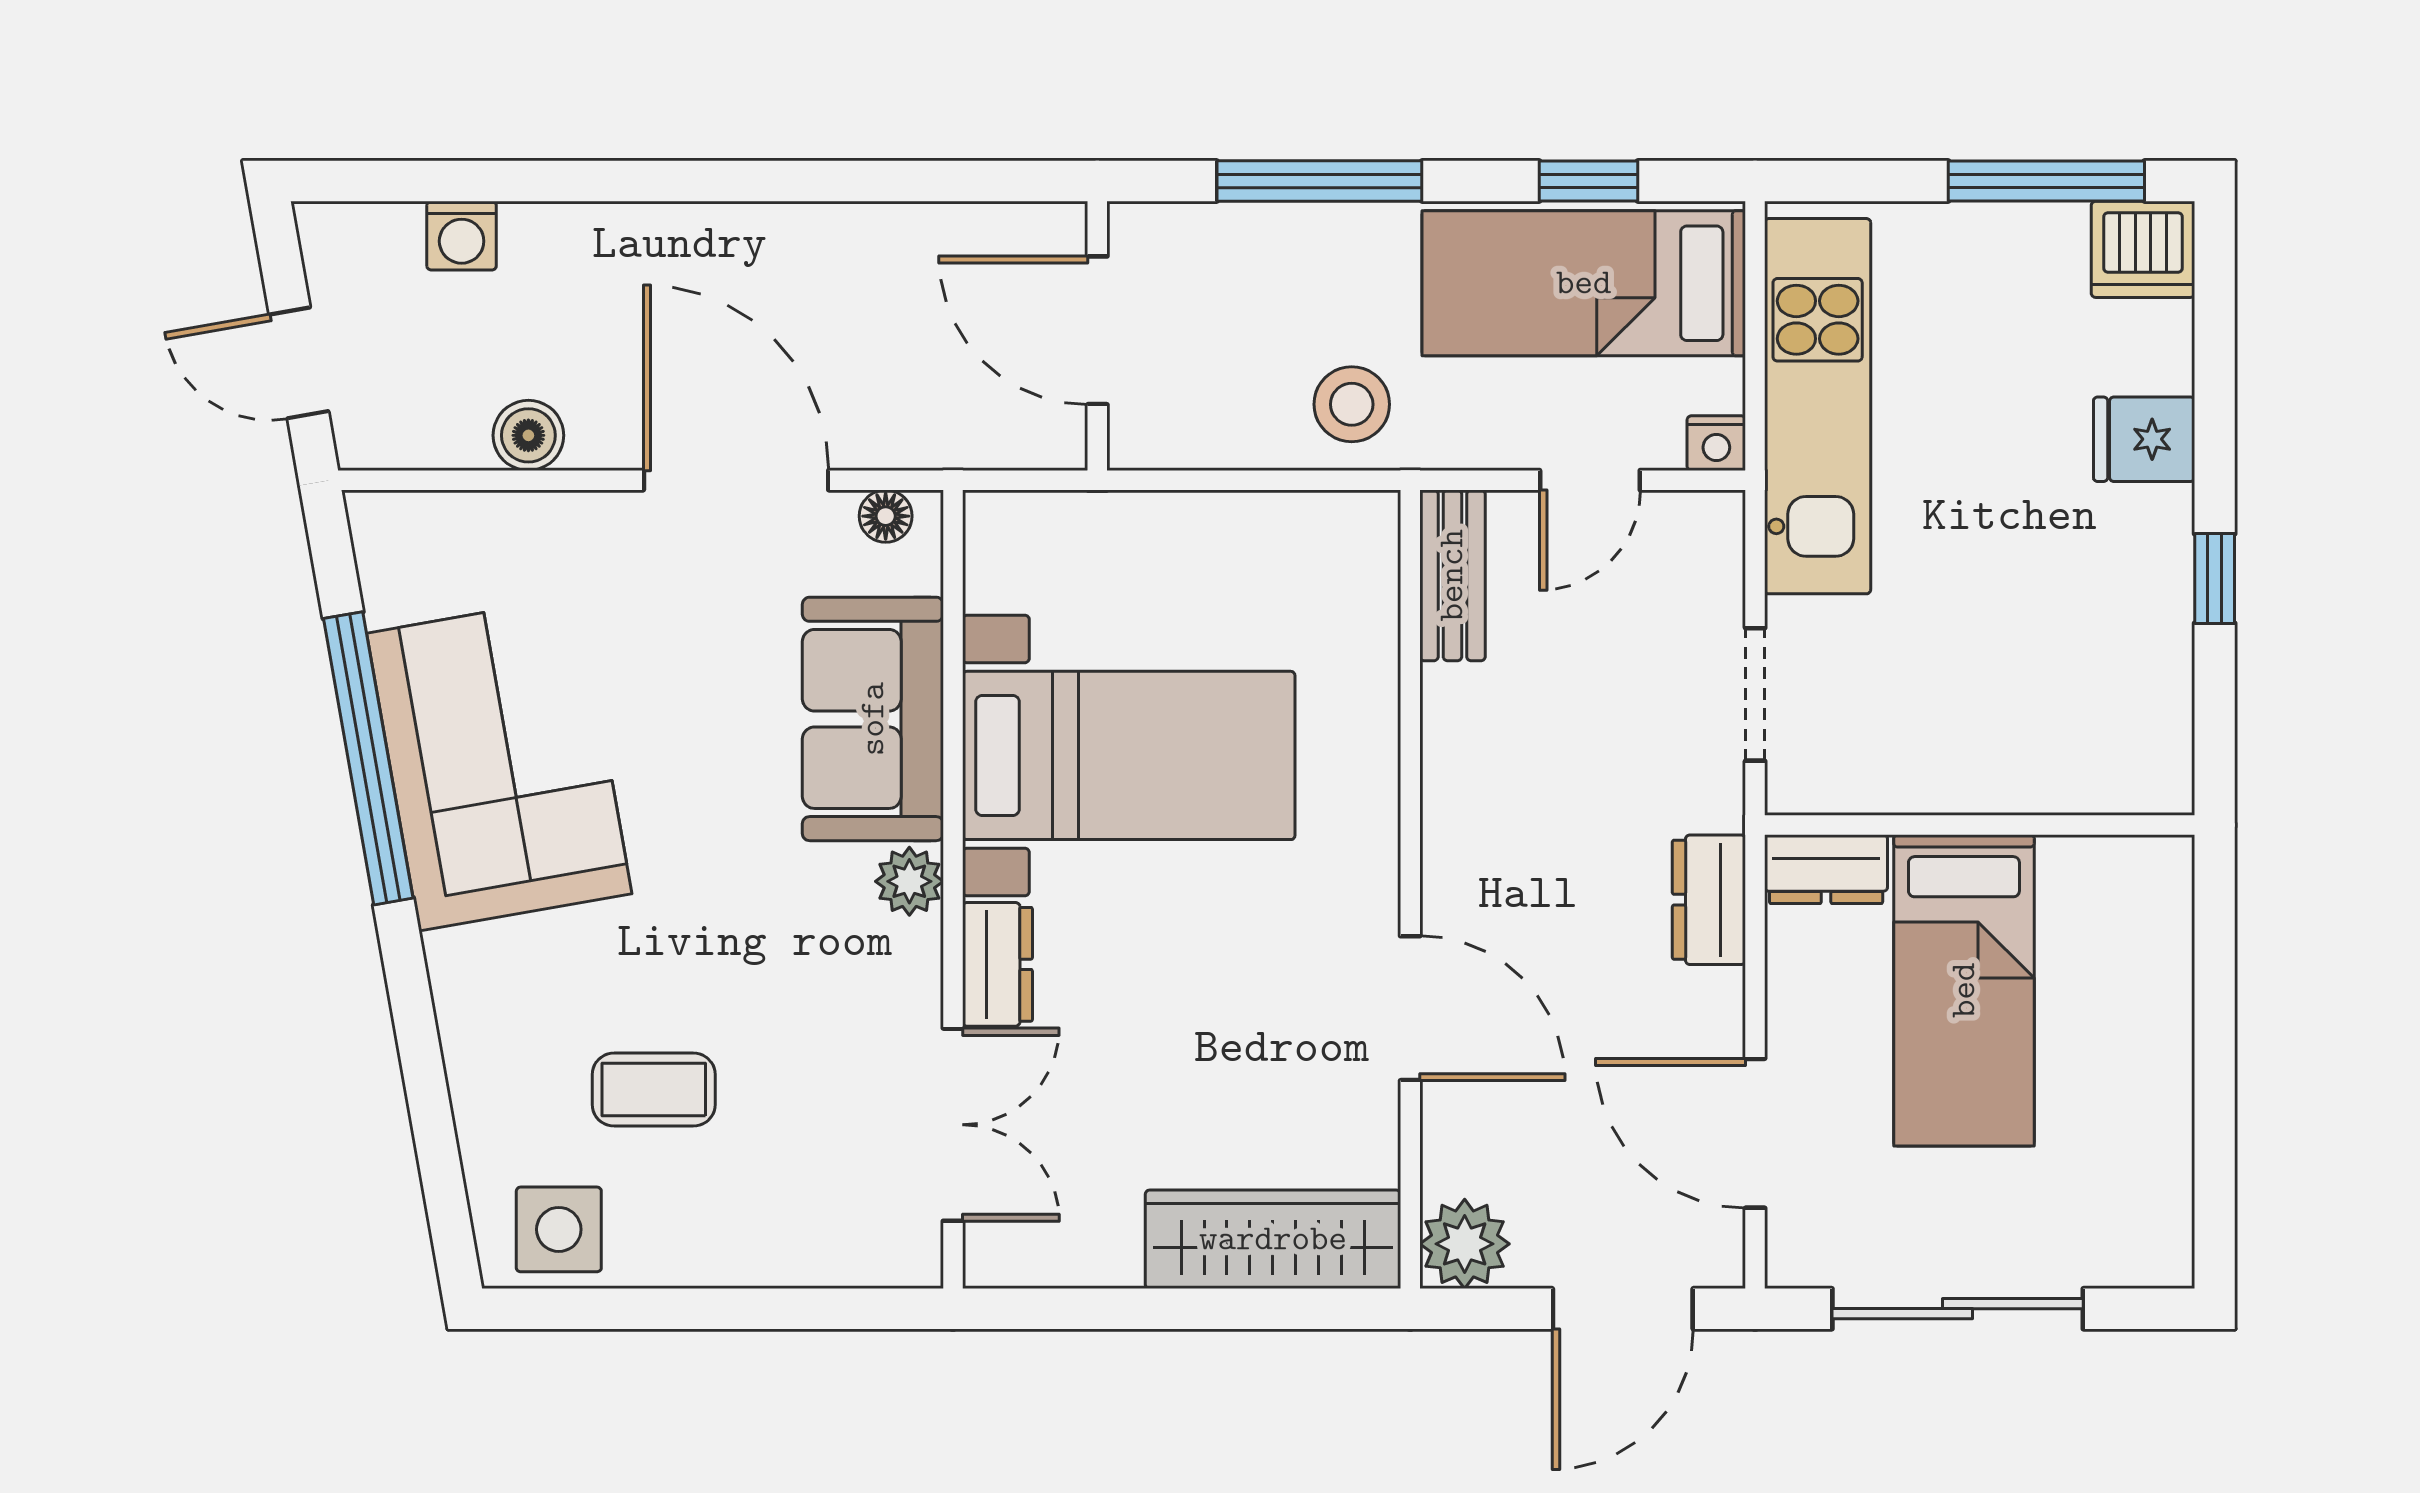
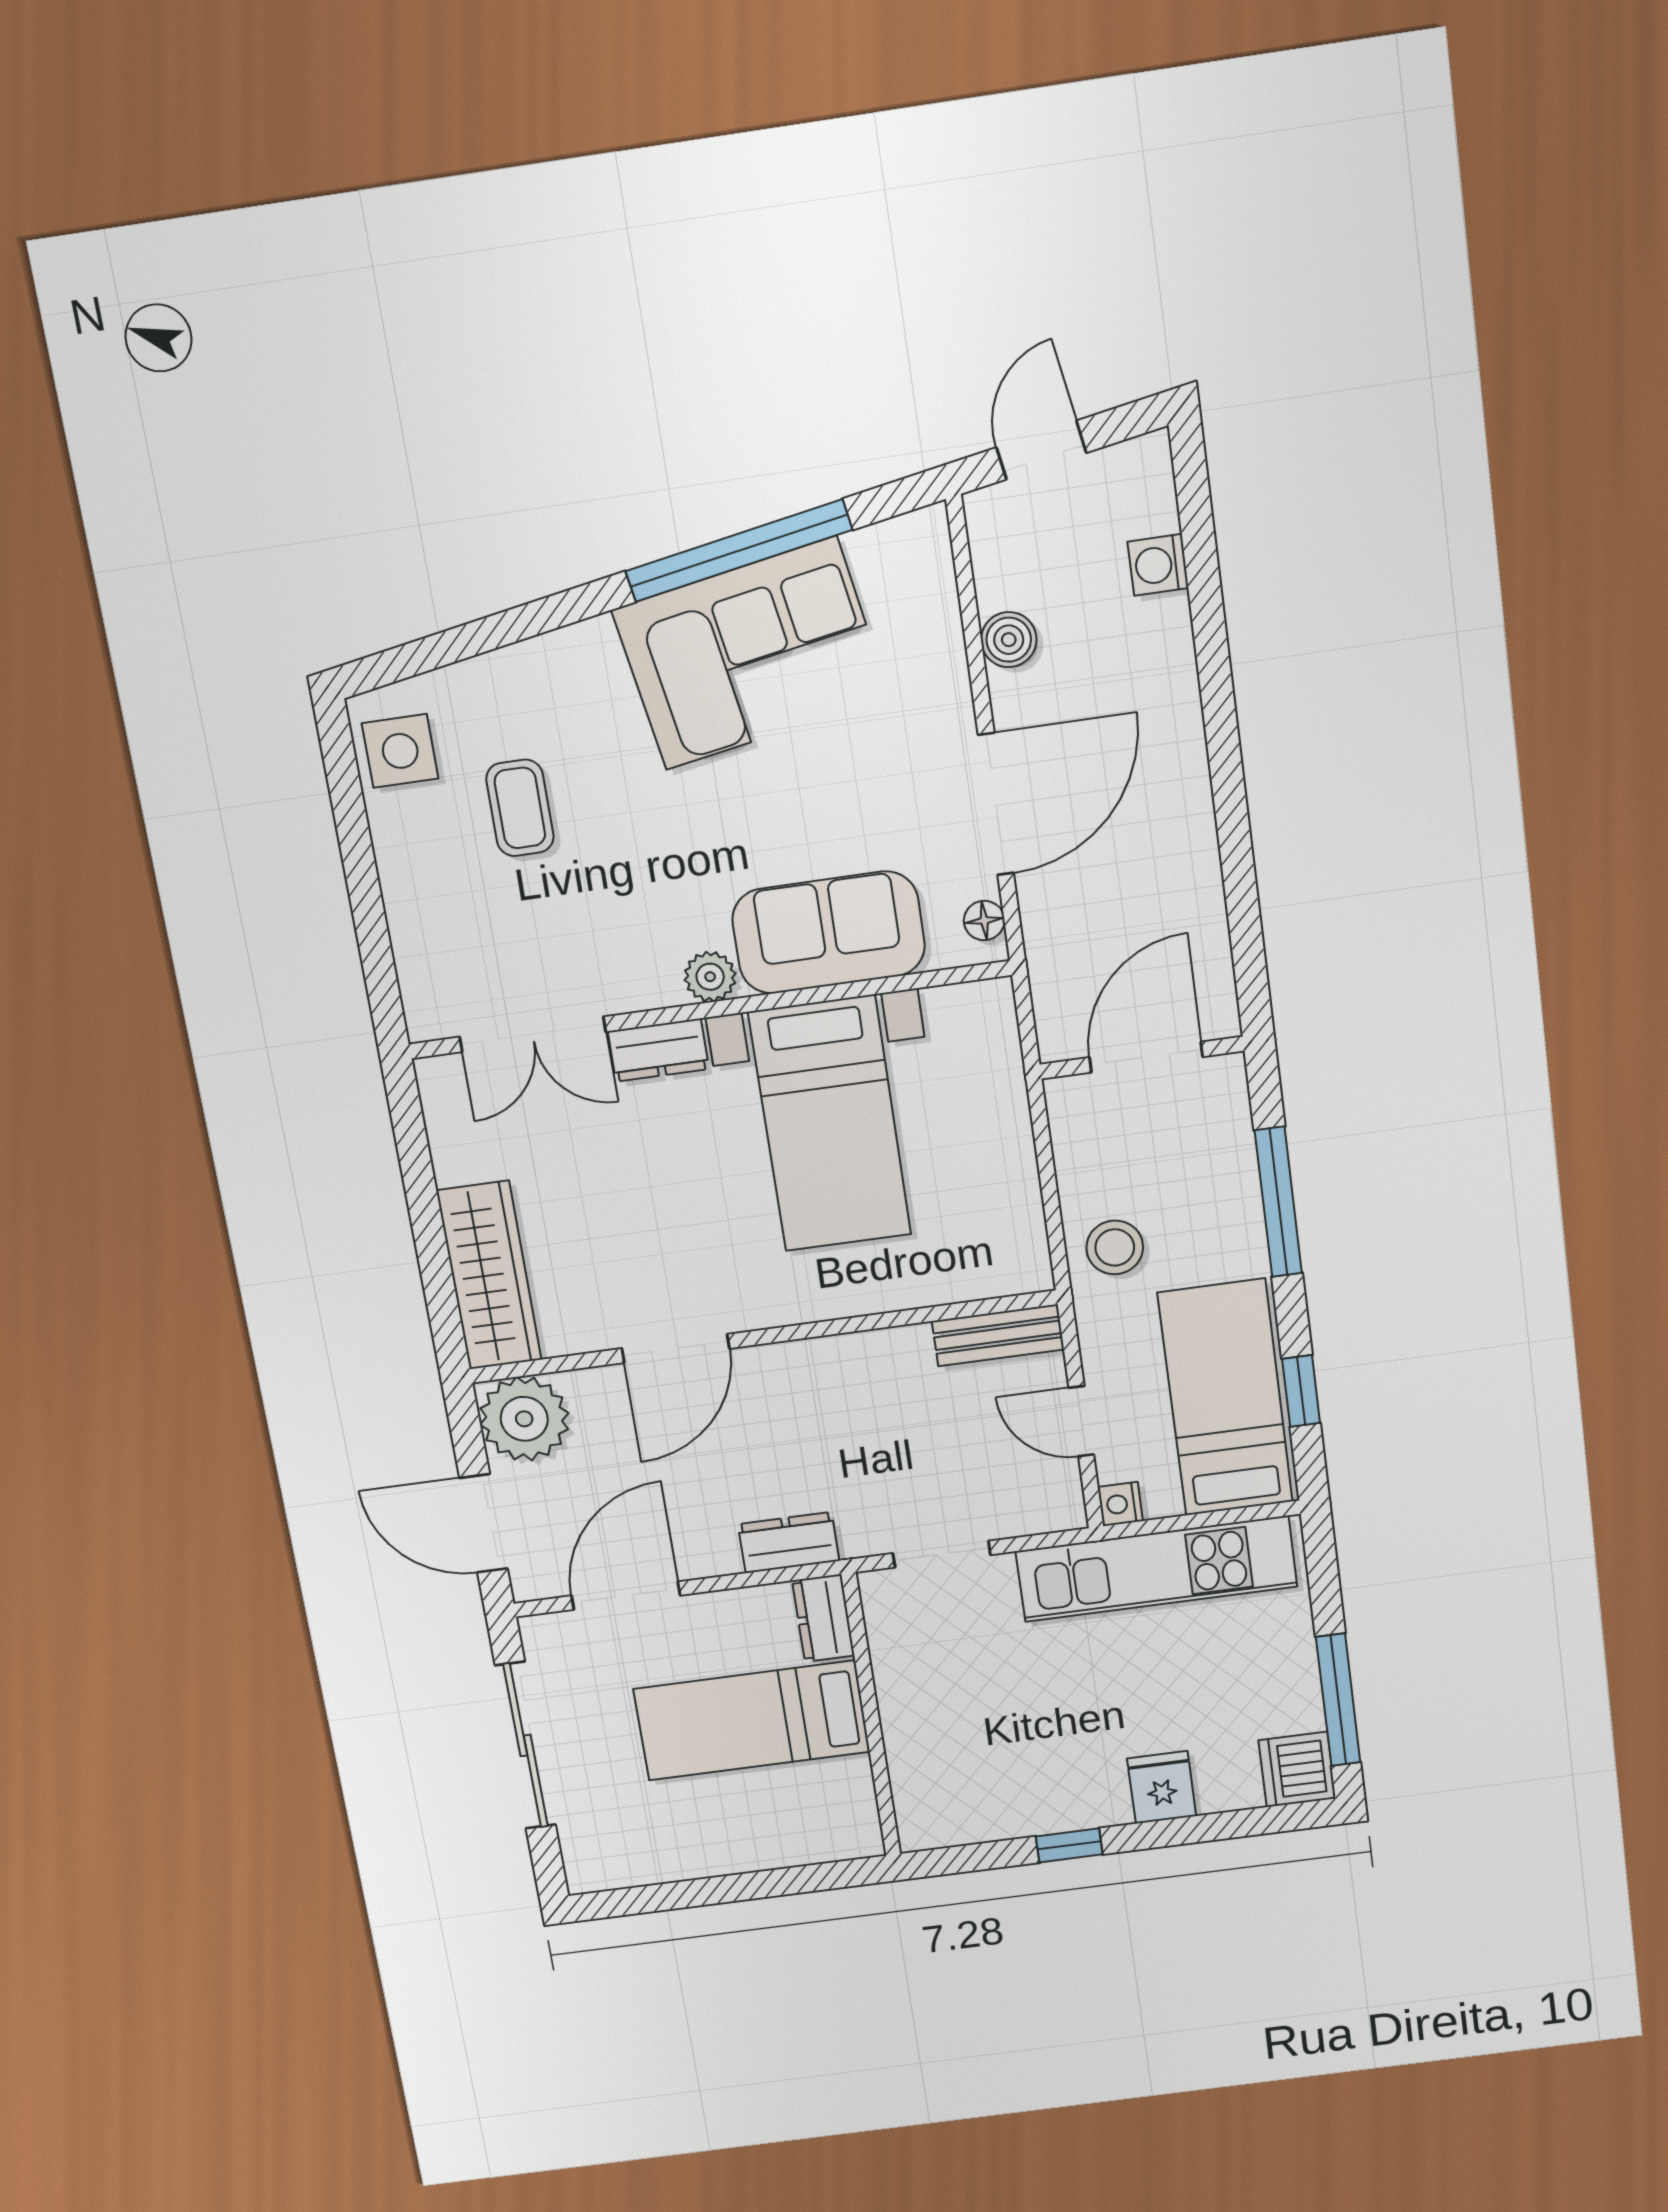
plant: (1465, 1244) -> (524, 1419), width x1.36, depth x1.36

